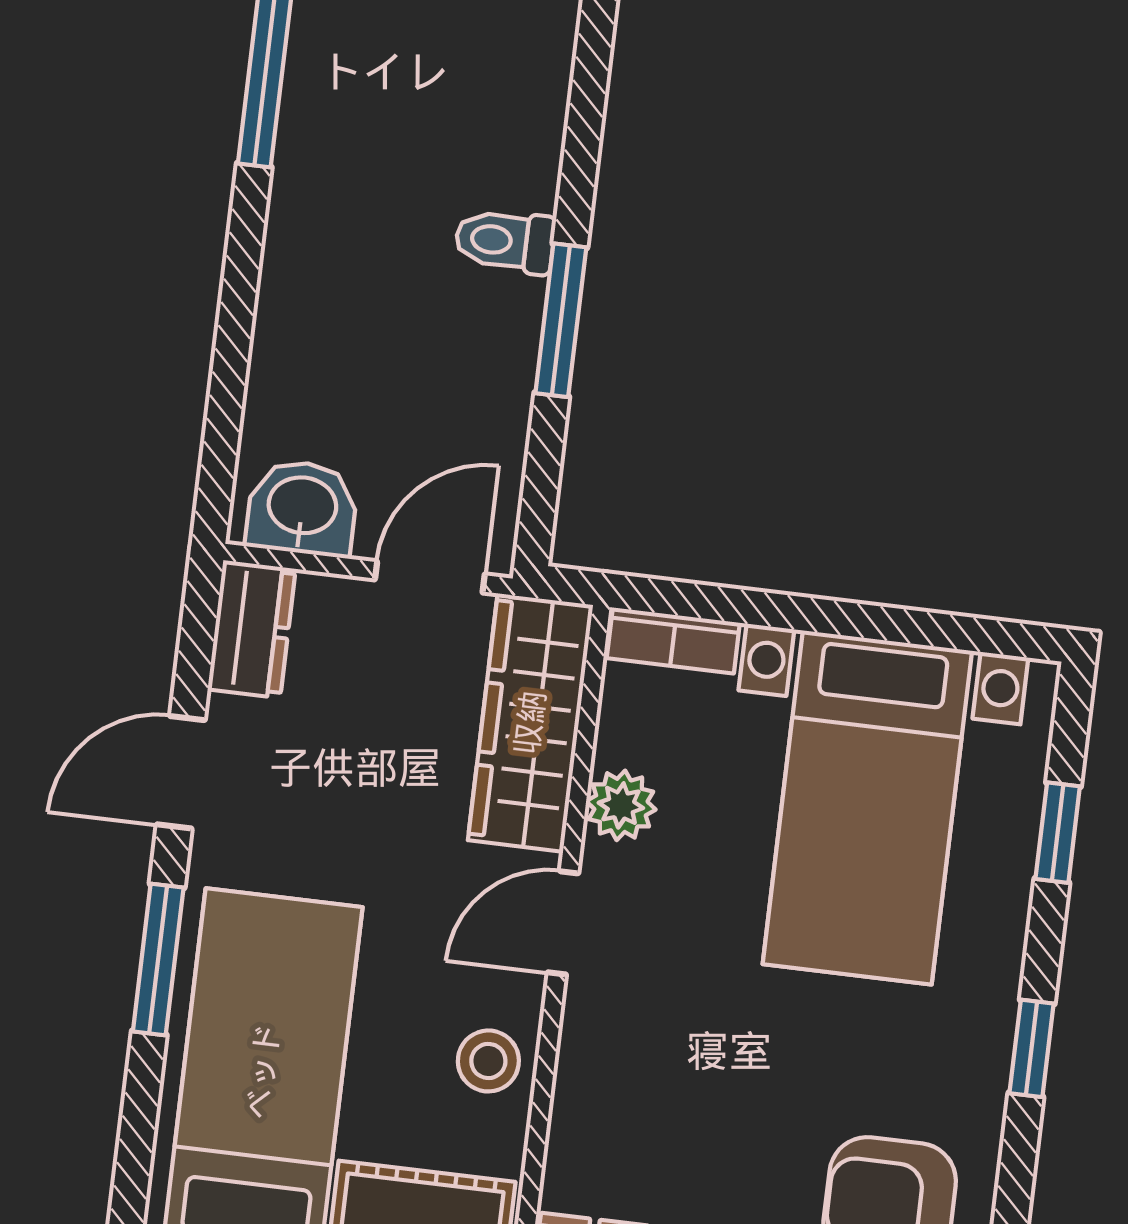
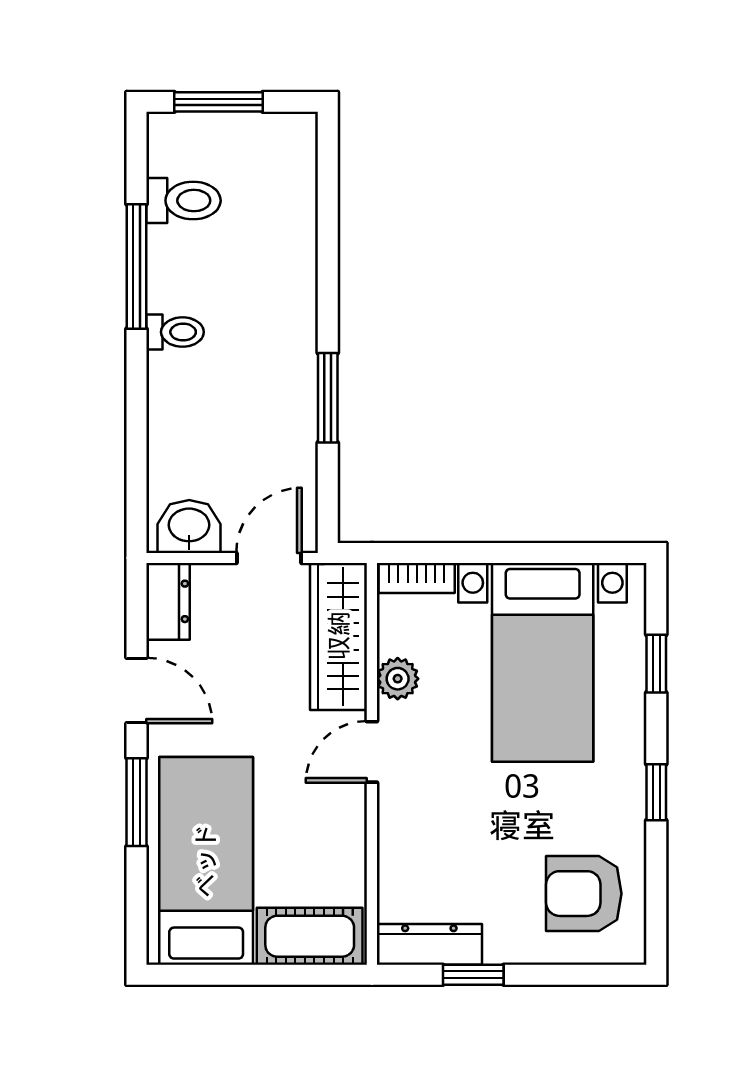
toilet: (505, 241) -> (175, 332), moved, turned 180
door: (181, 772) -> (137, 690), swing flipped
stool: (488, 1061) -> (338, 838), removed

